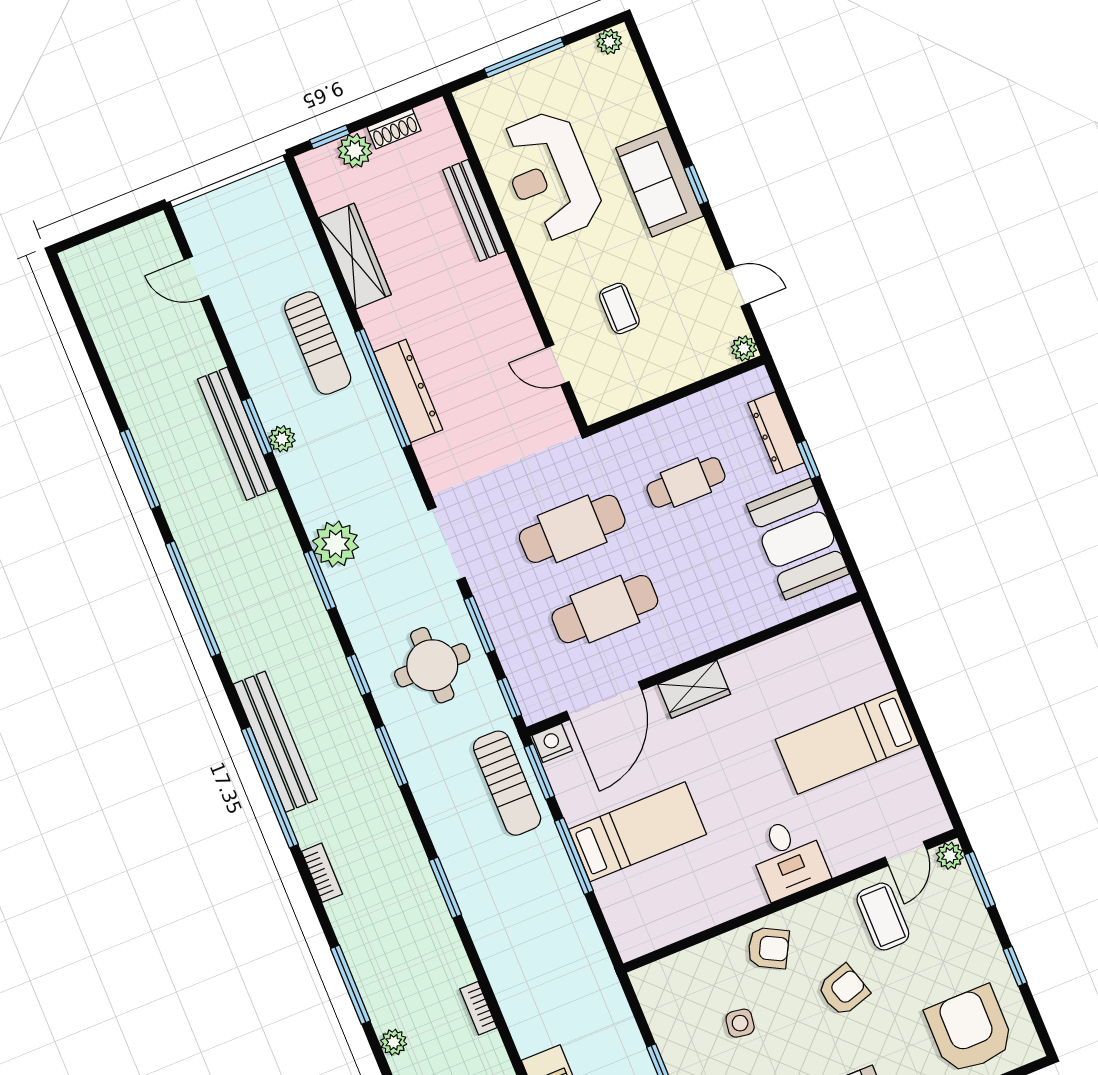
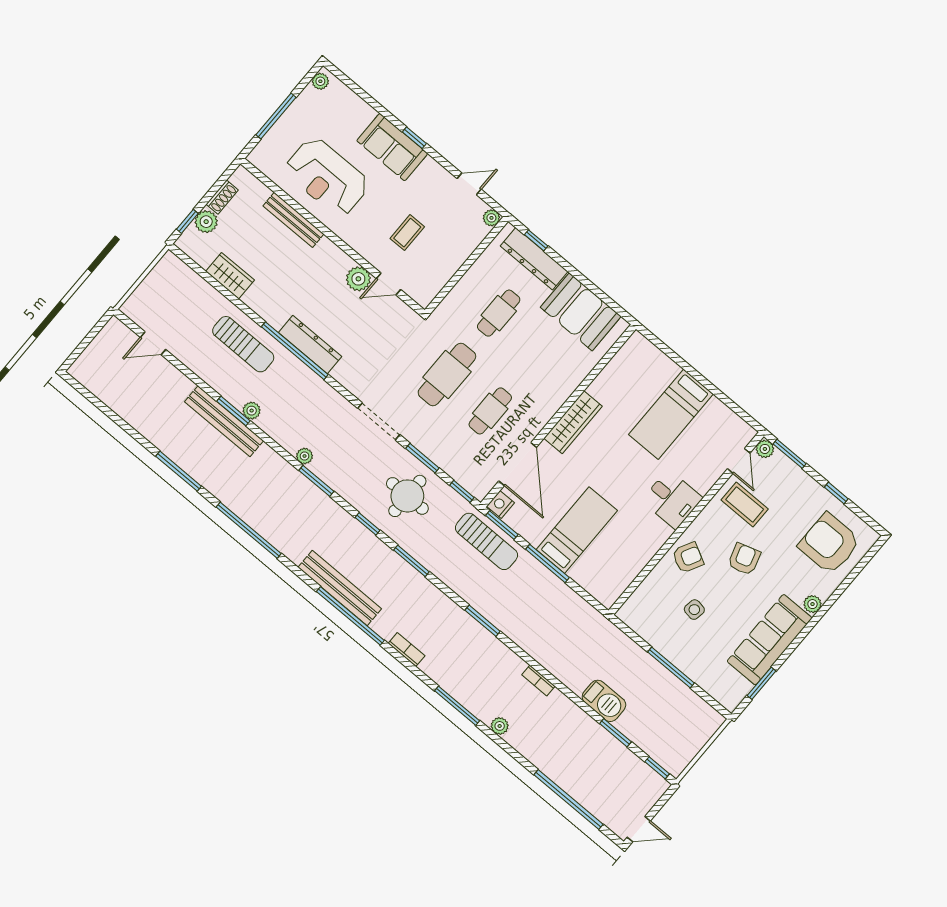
wardrobe: (355, 256) -> (230, 276), width x0.67
coffee table: (619, 308) -> (407, 233), turned 90
plant: (520, 336) -> (358, 279), added
dresser: (776, 433) -> (534, 259), width x1.37, depth x1.24
window: (808, 460) -> (536, 240), moved
plant: (336, 544) -> (305, 456), width x0.53, depth x0.53
cafe table: (605, 609) -> (490, 411), width x0.73, depth x0.74
wardrobe: (694, 689) -> (573, 422), width x1.50

